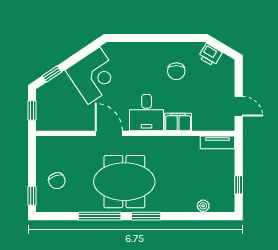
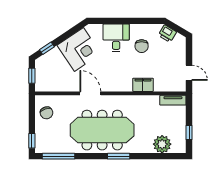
desk: (147, 113) -> (116, 38), moved, turned 180
chair: (57, 181) -> (46, 113), moved
meeting table: (124, 182) -> (102, 130), width x1.36
plant: (203, 206) -> (162, 144), width x1.88, depth x1.88
window: (100, 216) -> (58, 156), moved

